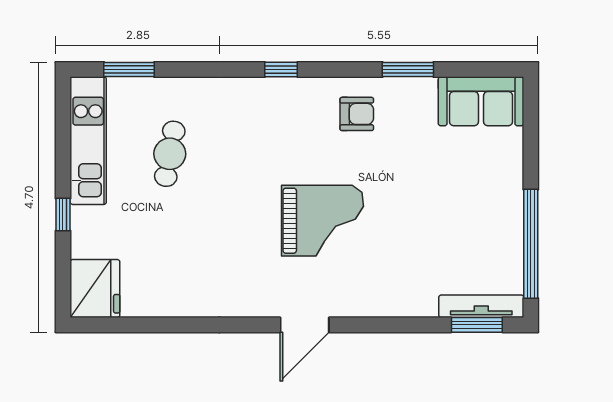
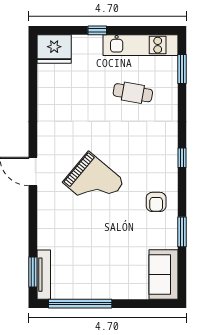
grand piano: (322, 221) -> (94, 182), turned -50

